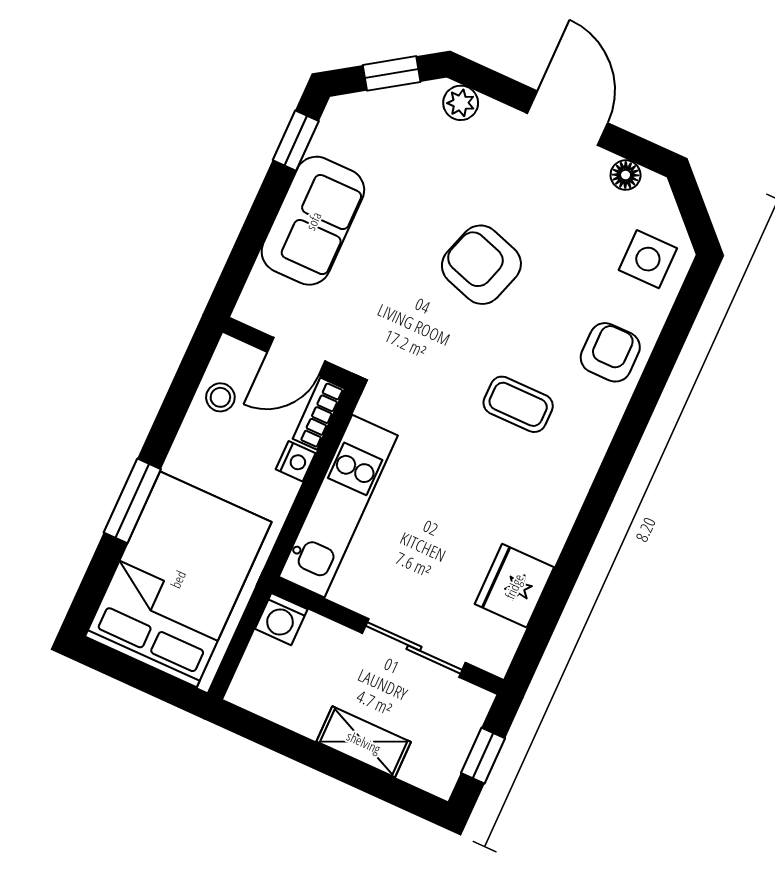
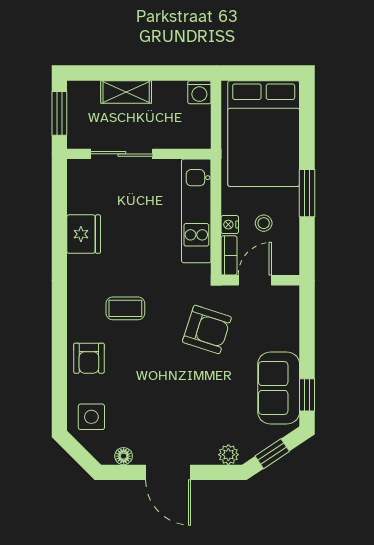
sofa: (313, 221) -> (279, 388), moved
armchair: (481, 265) -> (207, 329), moved
stool: (220, 397) -> (264, 223), moved
window: (132, 501) -> (307, 193), moved
fridge: (514, 586) -> (84, 234), moved
washing machine: (281, 619) -> (199, 92), moved, turned 180
window: (483, 756) -> (59, 113), width x1.50

